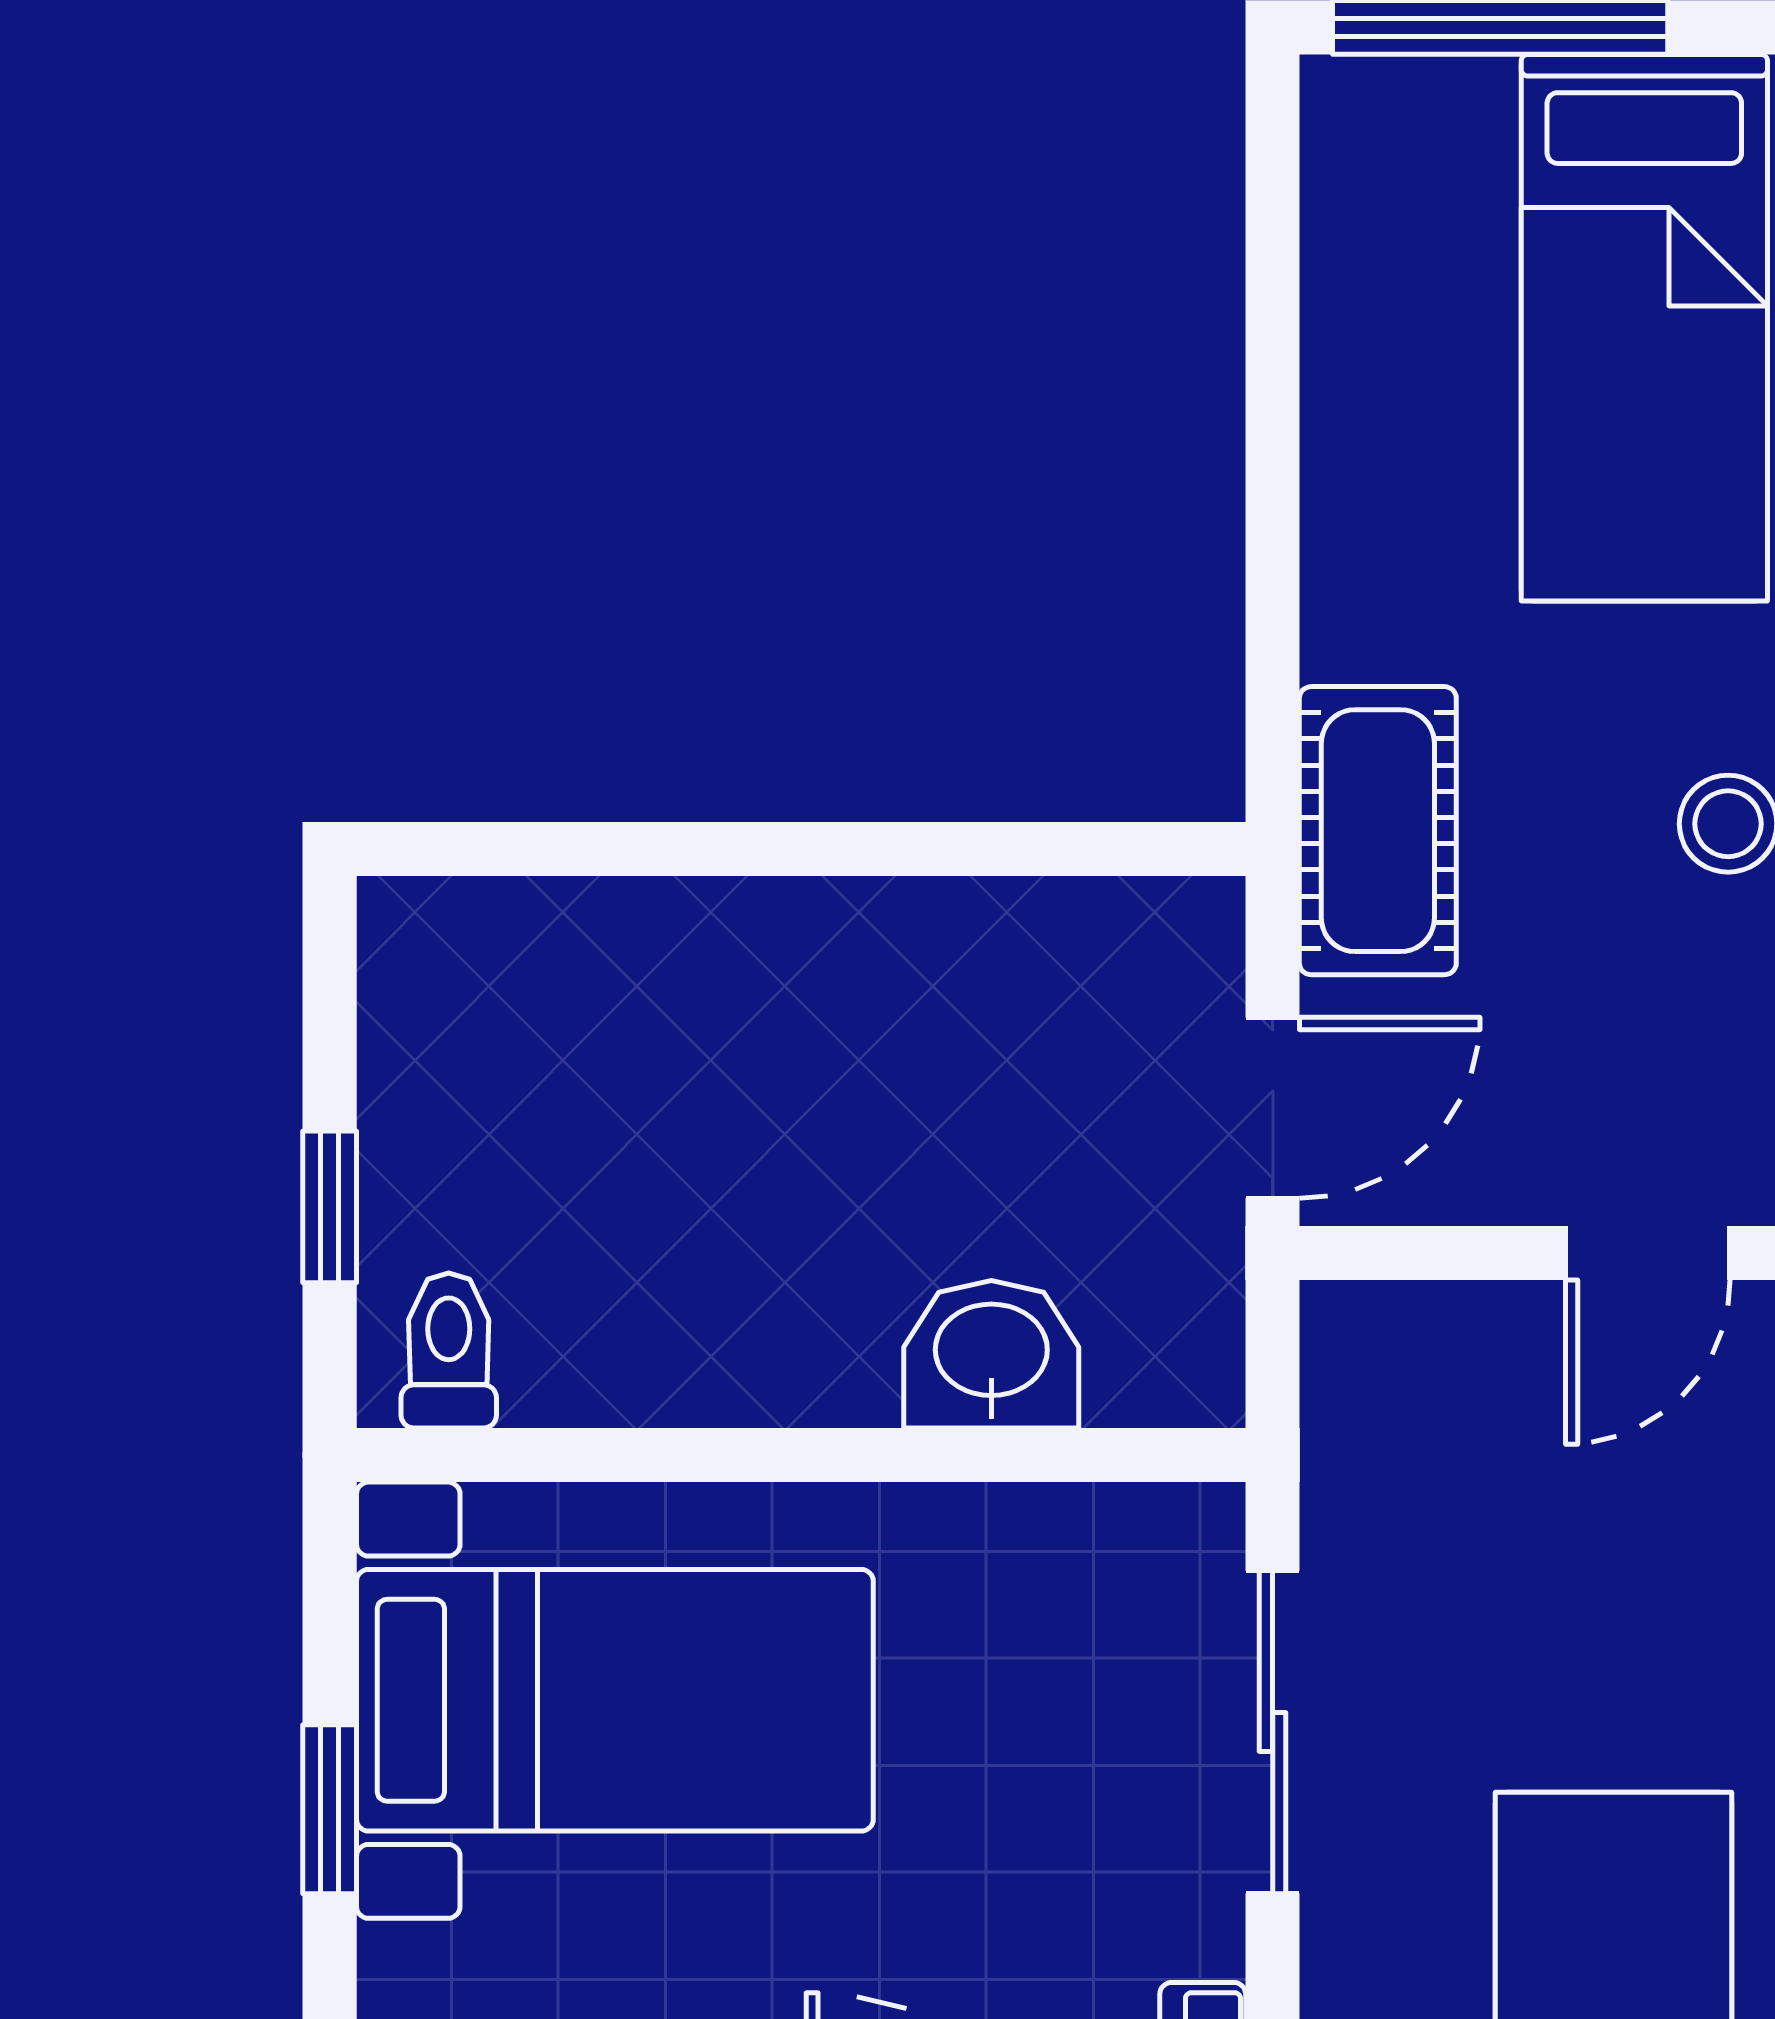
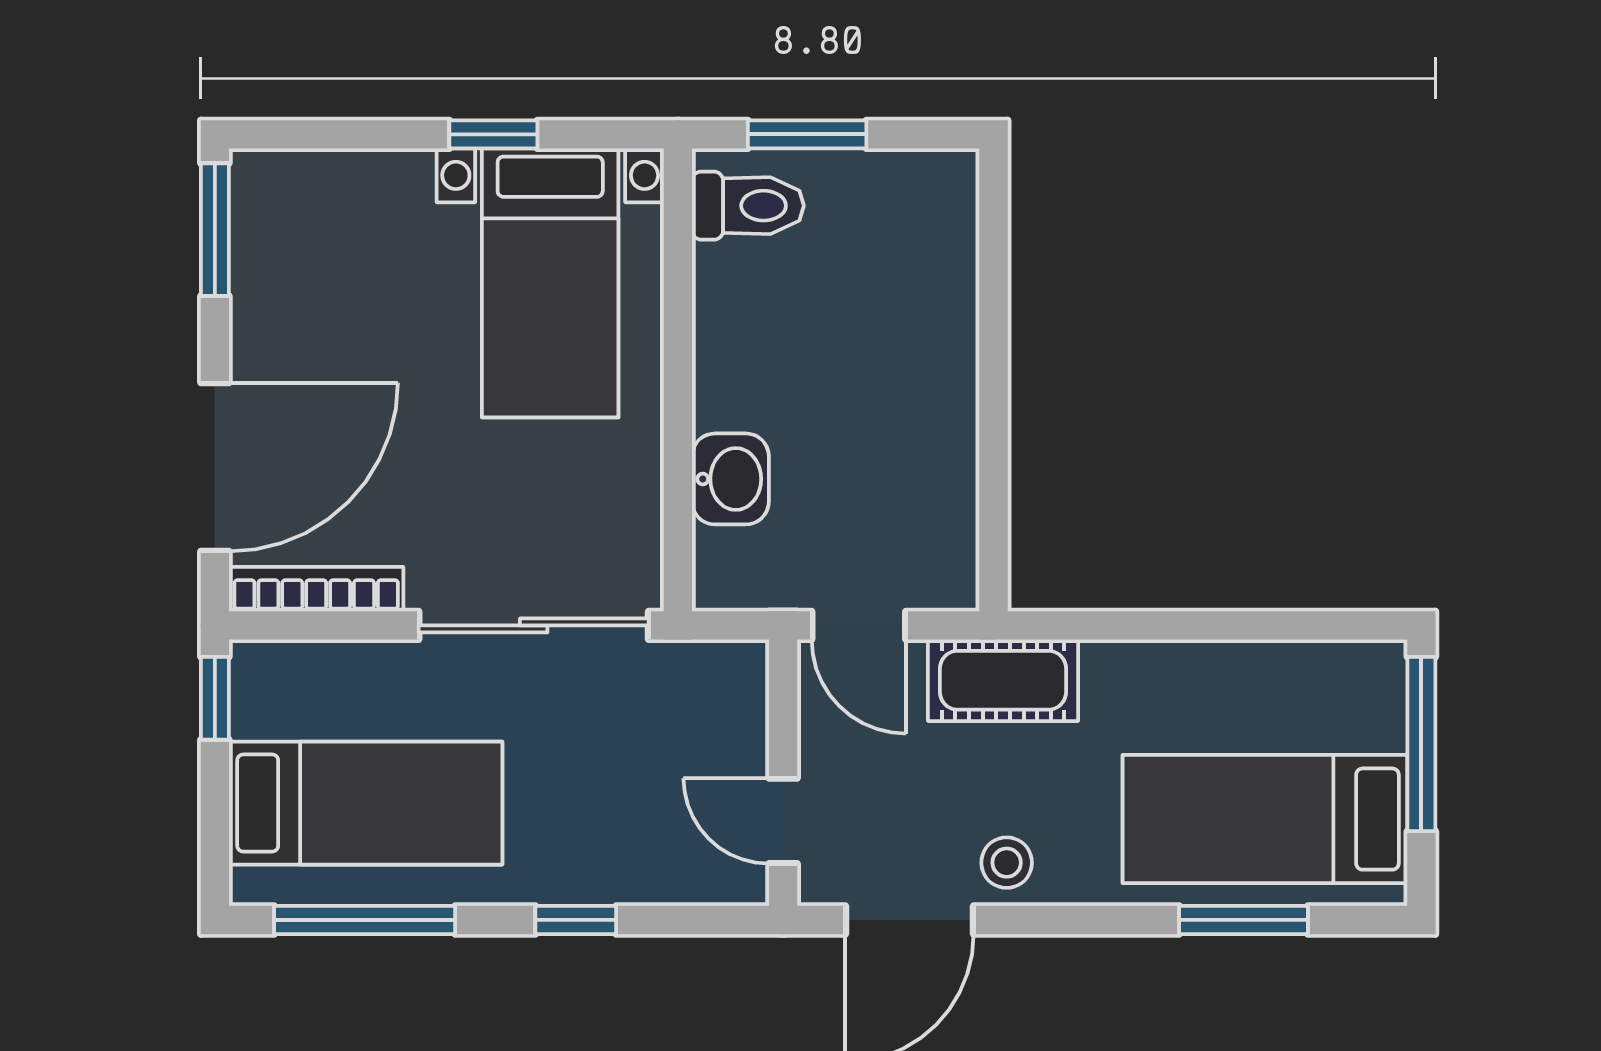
window: (330, 1207) -> (807, 134), width x1.50
toilet: (449, 1351) -> (748, 206), width x1.37, depth x1.39
sliding door: (1273, 1732) -> (534, 625), width x1.37

